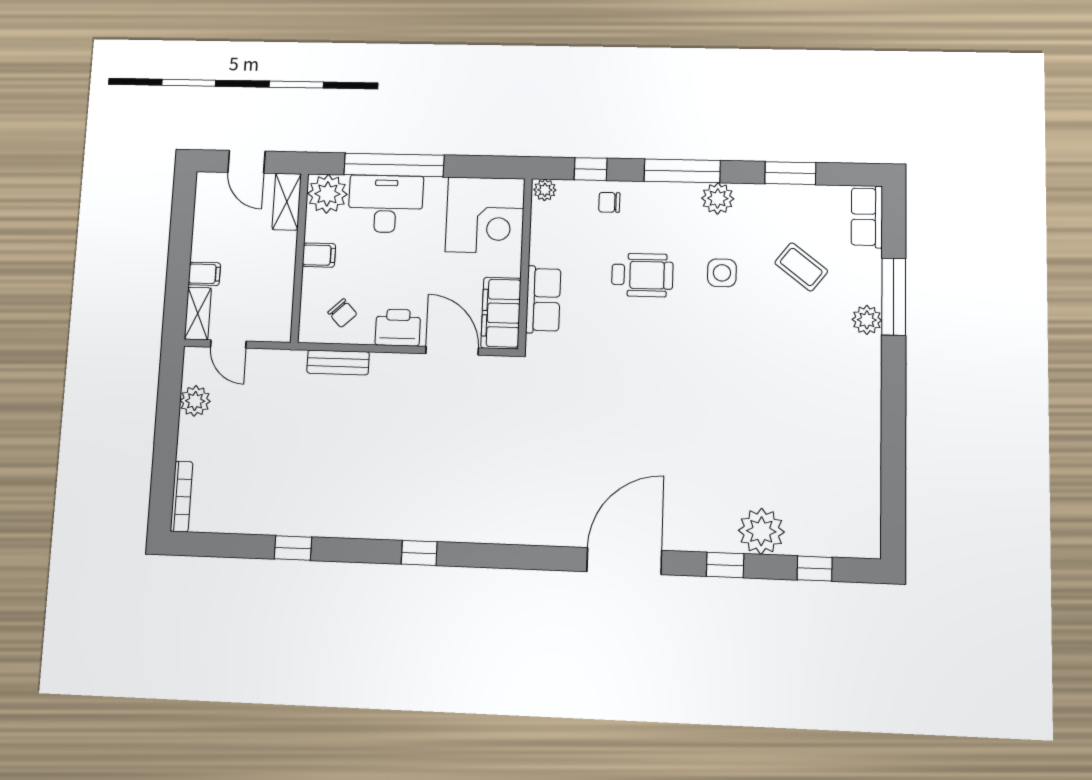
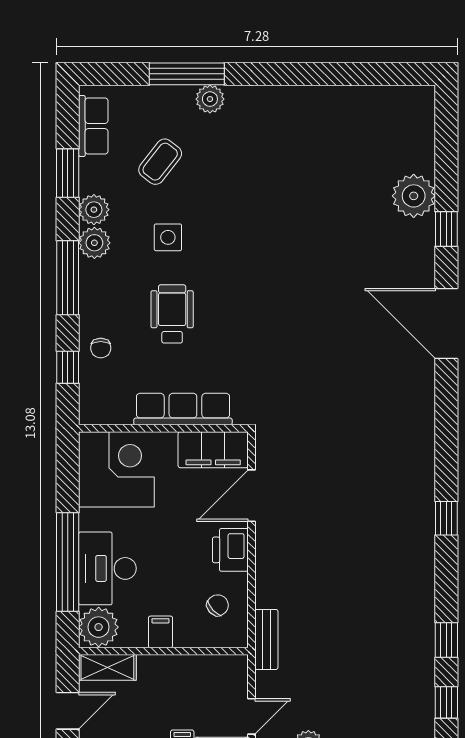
plant: (545, 190) -> (94, 210), moved, width x1.38, depth x1.38
row of seats: (867, 217) -> (93, 126), moved, turned -90
row of seats: (543, 300) -> (183, 409), width x1.48
bench: (338, 362) -> (266, 639), moved
window: (815, 569) -> (446, 702), moved

